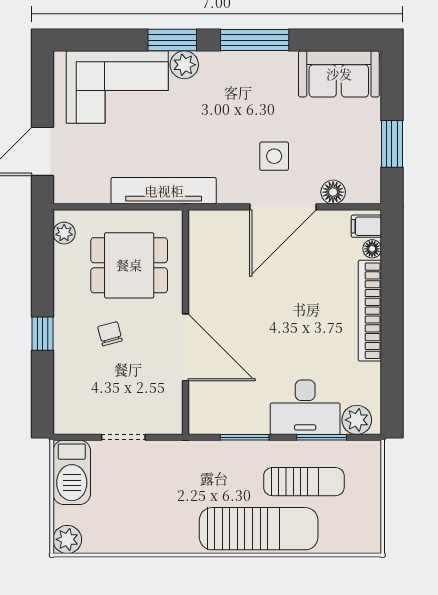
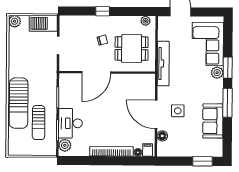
sofa: (339, 74) -> (213, 121), moved
window: (392, 144) -> (203, 161), moved
dining table: (129, 265) -> (132, 49), turned 90

